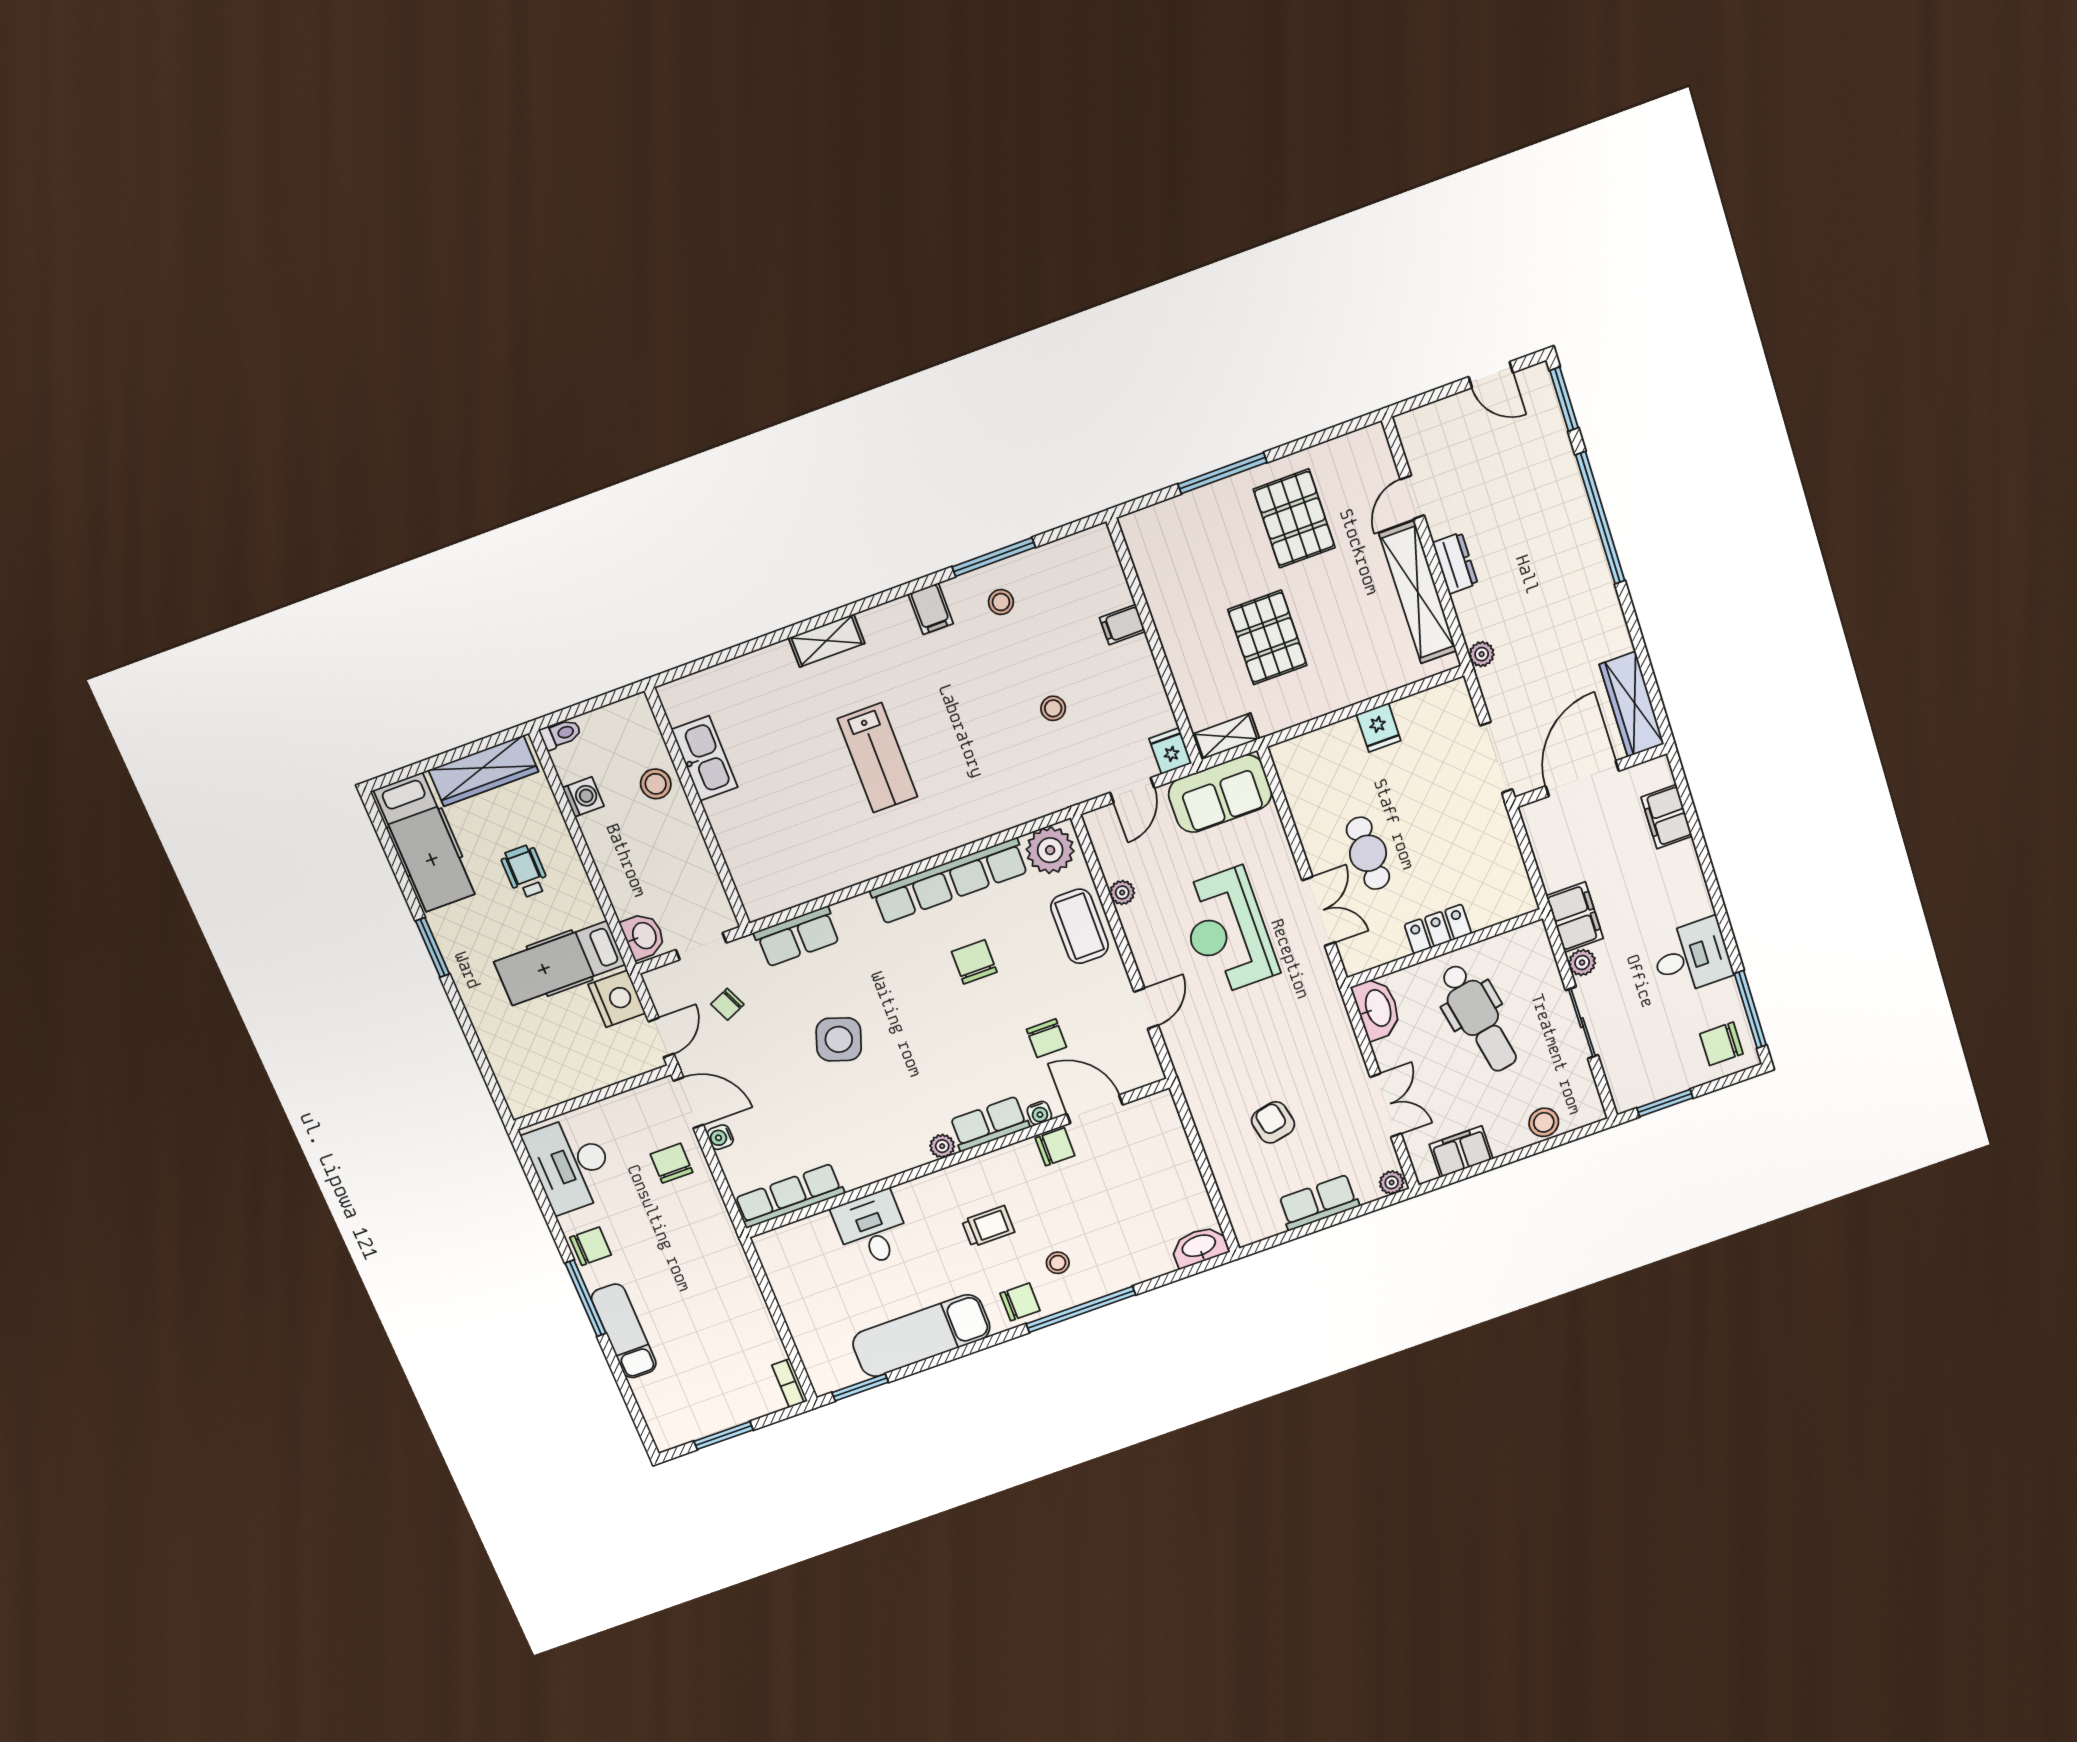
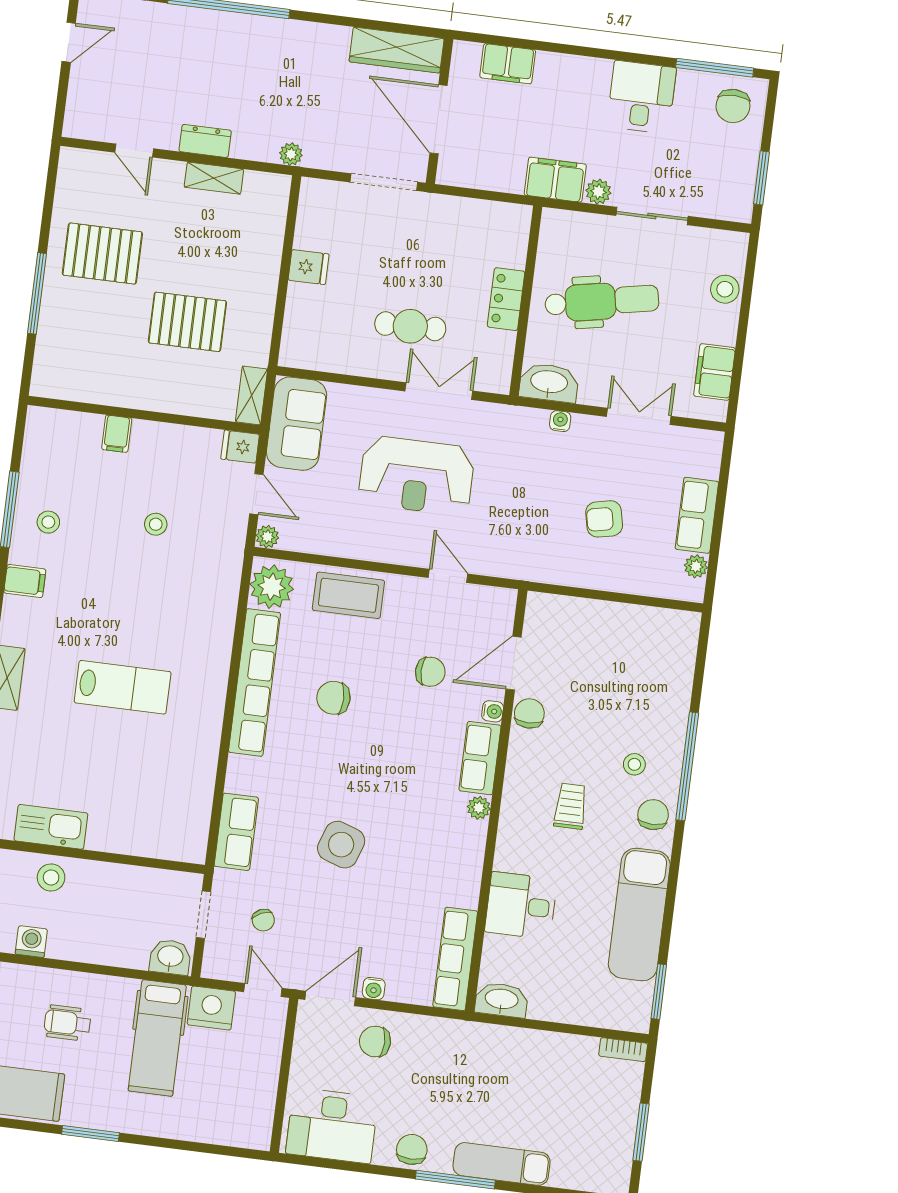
shelving: (1418, 592) -> (214, 178), width x0.45, depth x0.75
plant: (1122, 893) -> (267, 537), moved
water cooler: (1346, 1037) -> (560, 421), added
plant: (1392, 1182) -> (696, 566), moved
washbasin: (1199, 1247) -> (502, 1000), moved, turned 90

